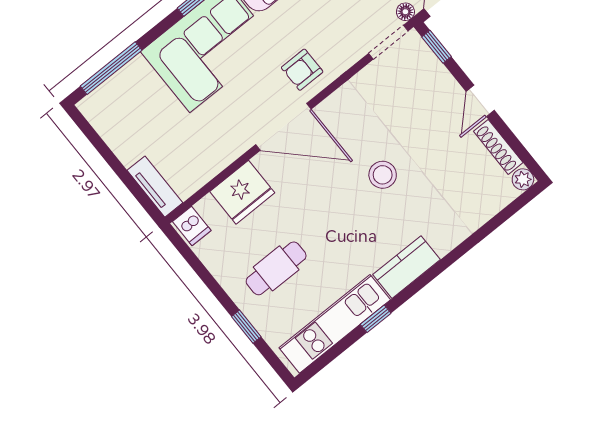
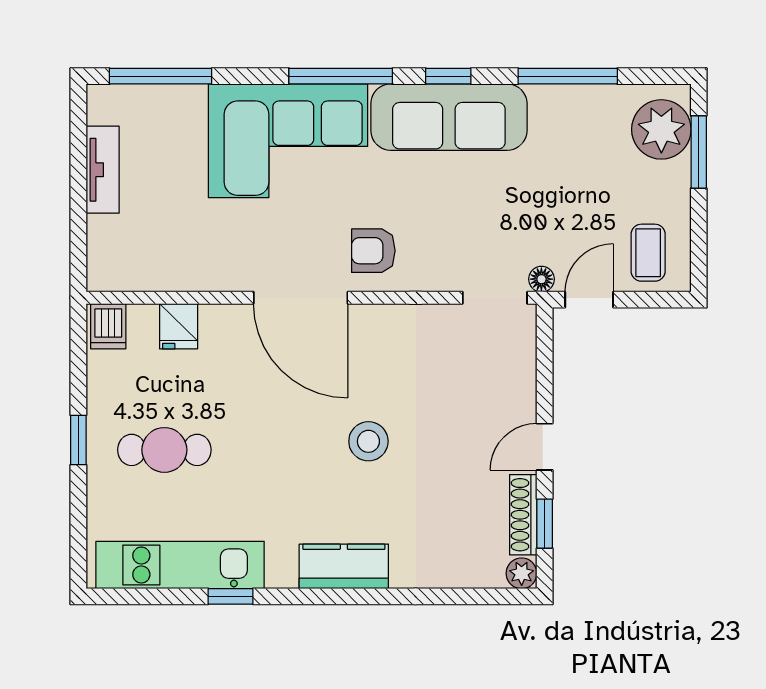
window: (436, 47) -> (545, 524), moved
tv unit: (155, 187) -> (103, 170), moved
fridge: (242, 192) -> (179, 326), width x0.53, depth x0.75
kitchen counter: (407, 267) -> (344, 566), moved
window: (246, 327) -> (78, 440), moved

